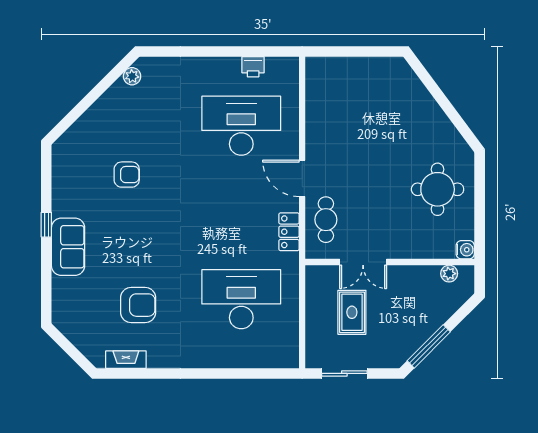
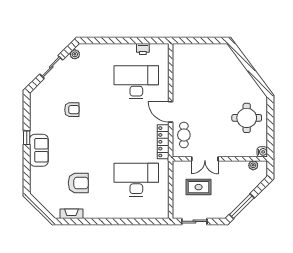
sliding door: (90, 99) -> (51, 67), added
locker: (289, 232) -> (163, 142), width x1.53
rug: (352, 312) -> (199, 187), turned 90

